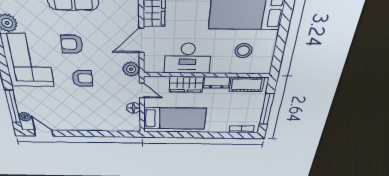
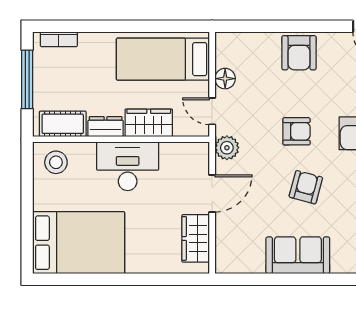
armchair: (72, 44) -> (306, 187), turned -75
stool: (243, 51) -> (56, 162), moved
desk: (188, 58) -> (128, 166), moved
armchair: (82, 78) -> (297, 131), turned 180
armchair: (86, 121) -> (299, 53), added

